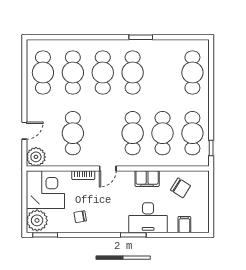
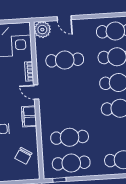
cafe table: (133, 133) -> (68, 112), removed
filing cabinet: (147, 179) -> (29, 116), moved

